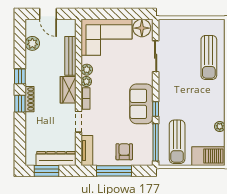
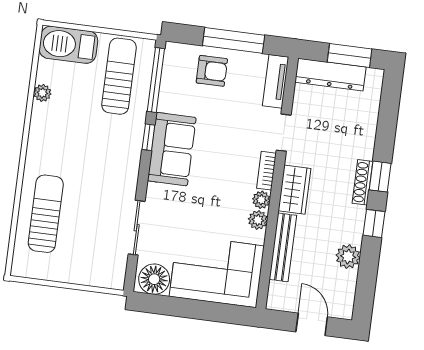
plant: (32, 43) -> (348, 257), moved
armchair: (124, 152) -> (212, 71), turned -90

